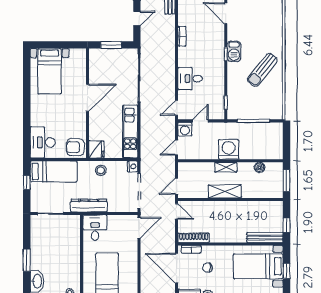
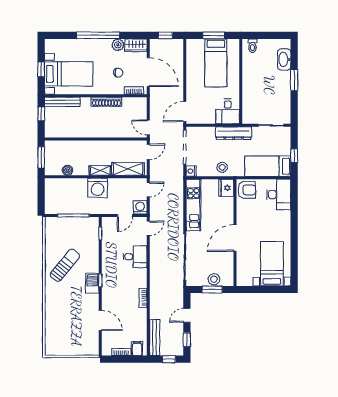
stool: (109, 55) -> (214, 279), added
shelving: (225, 191) -> (128, 169), moved
shoe rack: (194, 238) -> (106, 102), moved

